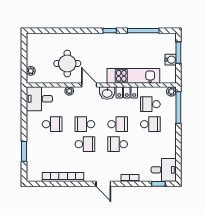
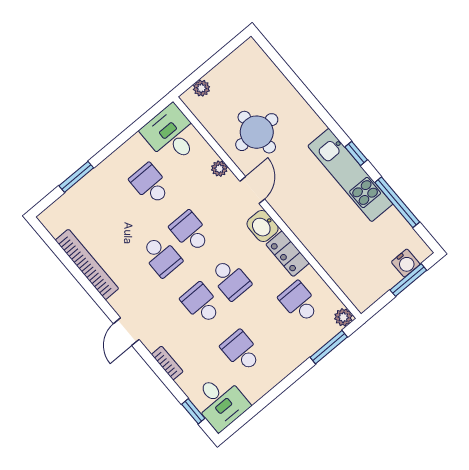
water cooler: (171, 60) -> (406, 263), moved
kitchen unit: (133, 76) -> (350, 175), moved, turned 180
window: (178, 108) -> (329, 347), width x0.69
school desk: (52, 124) -> (150, 184), turned 180
school desk: (150, 124) -> (241, 351), moved, turned 180

